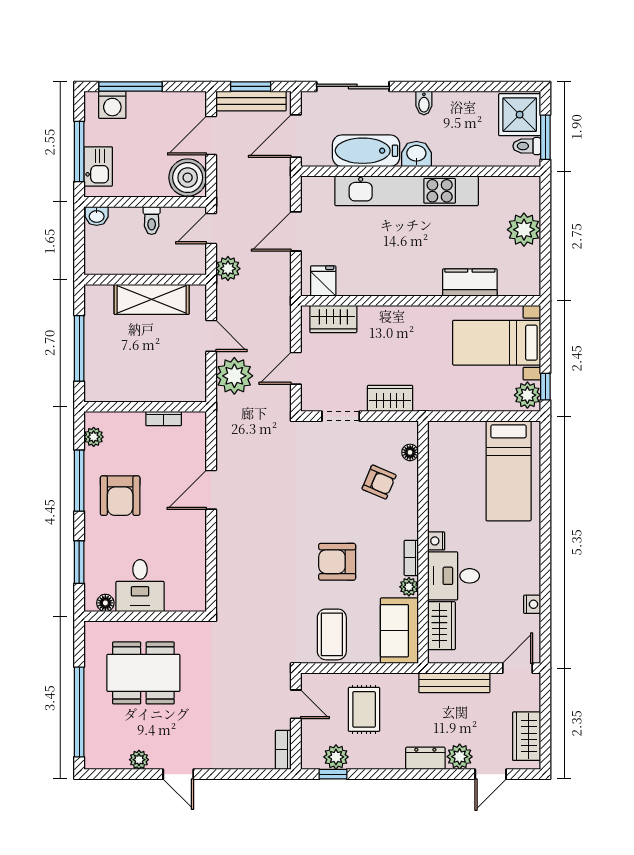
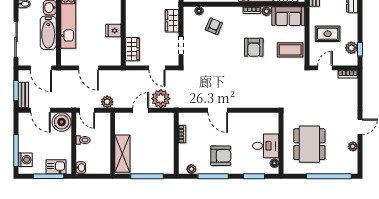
bench: (251, 101) -> (23, 95), width x0.73
fridge: (323, 281) -> (113, 31), moved
shelving: (152, 299) -> (122, 154), moved

